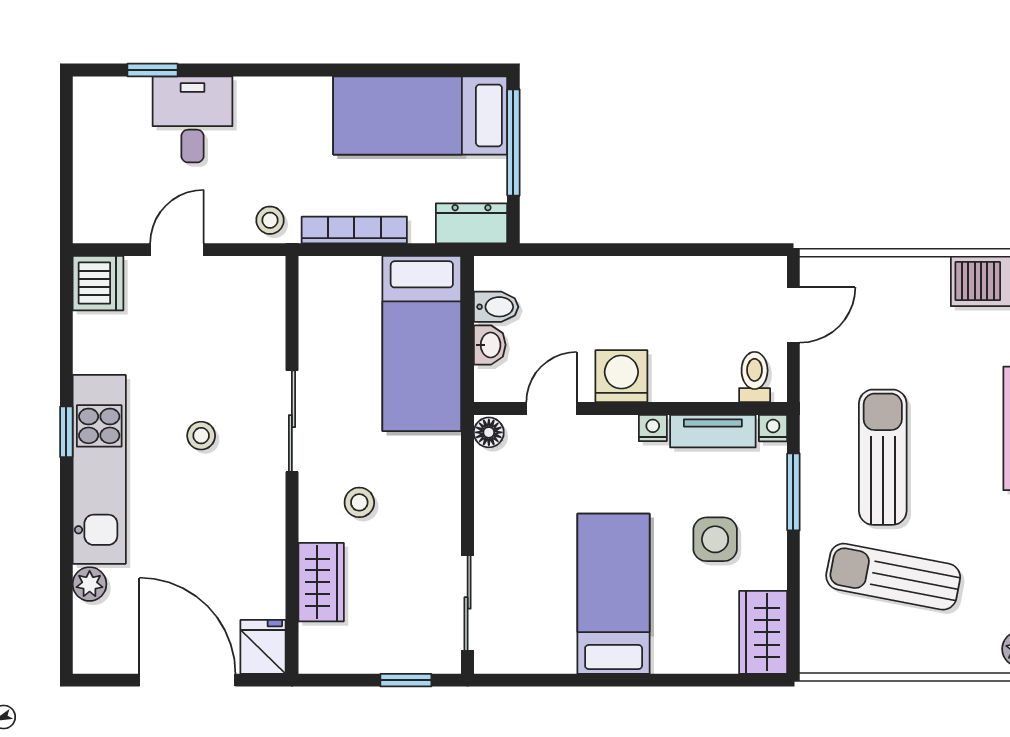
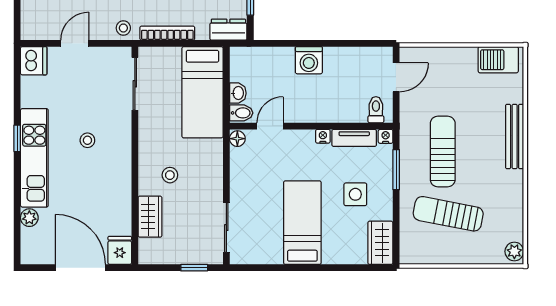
bidet: (496, 307) -> (241, 113), moved
washing machine: (621, 376) -> (309, 60), moved, turned 180
sliding door: (292, 421) -> (135, 84), moved

